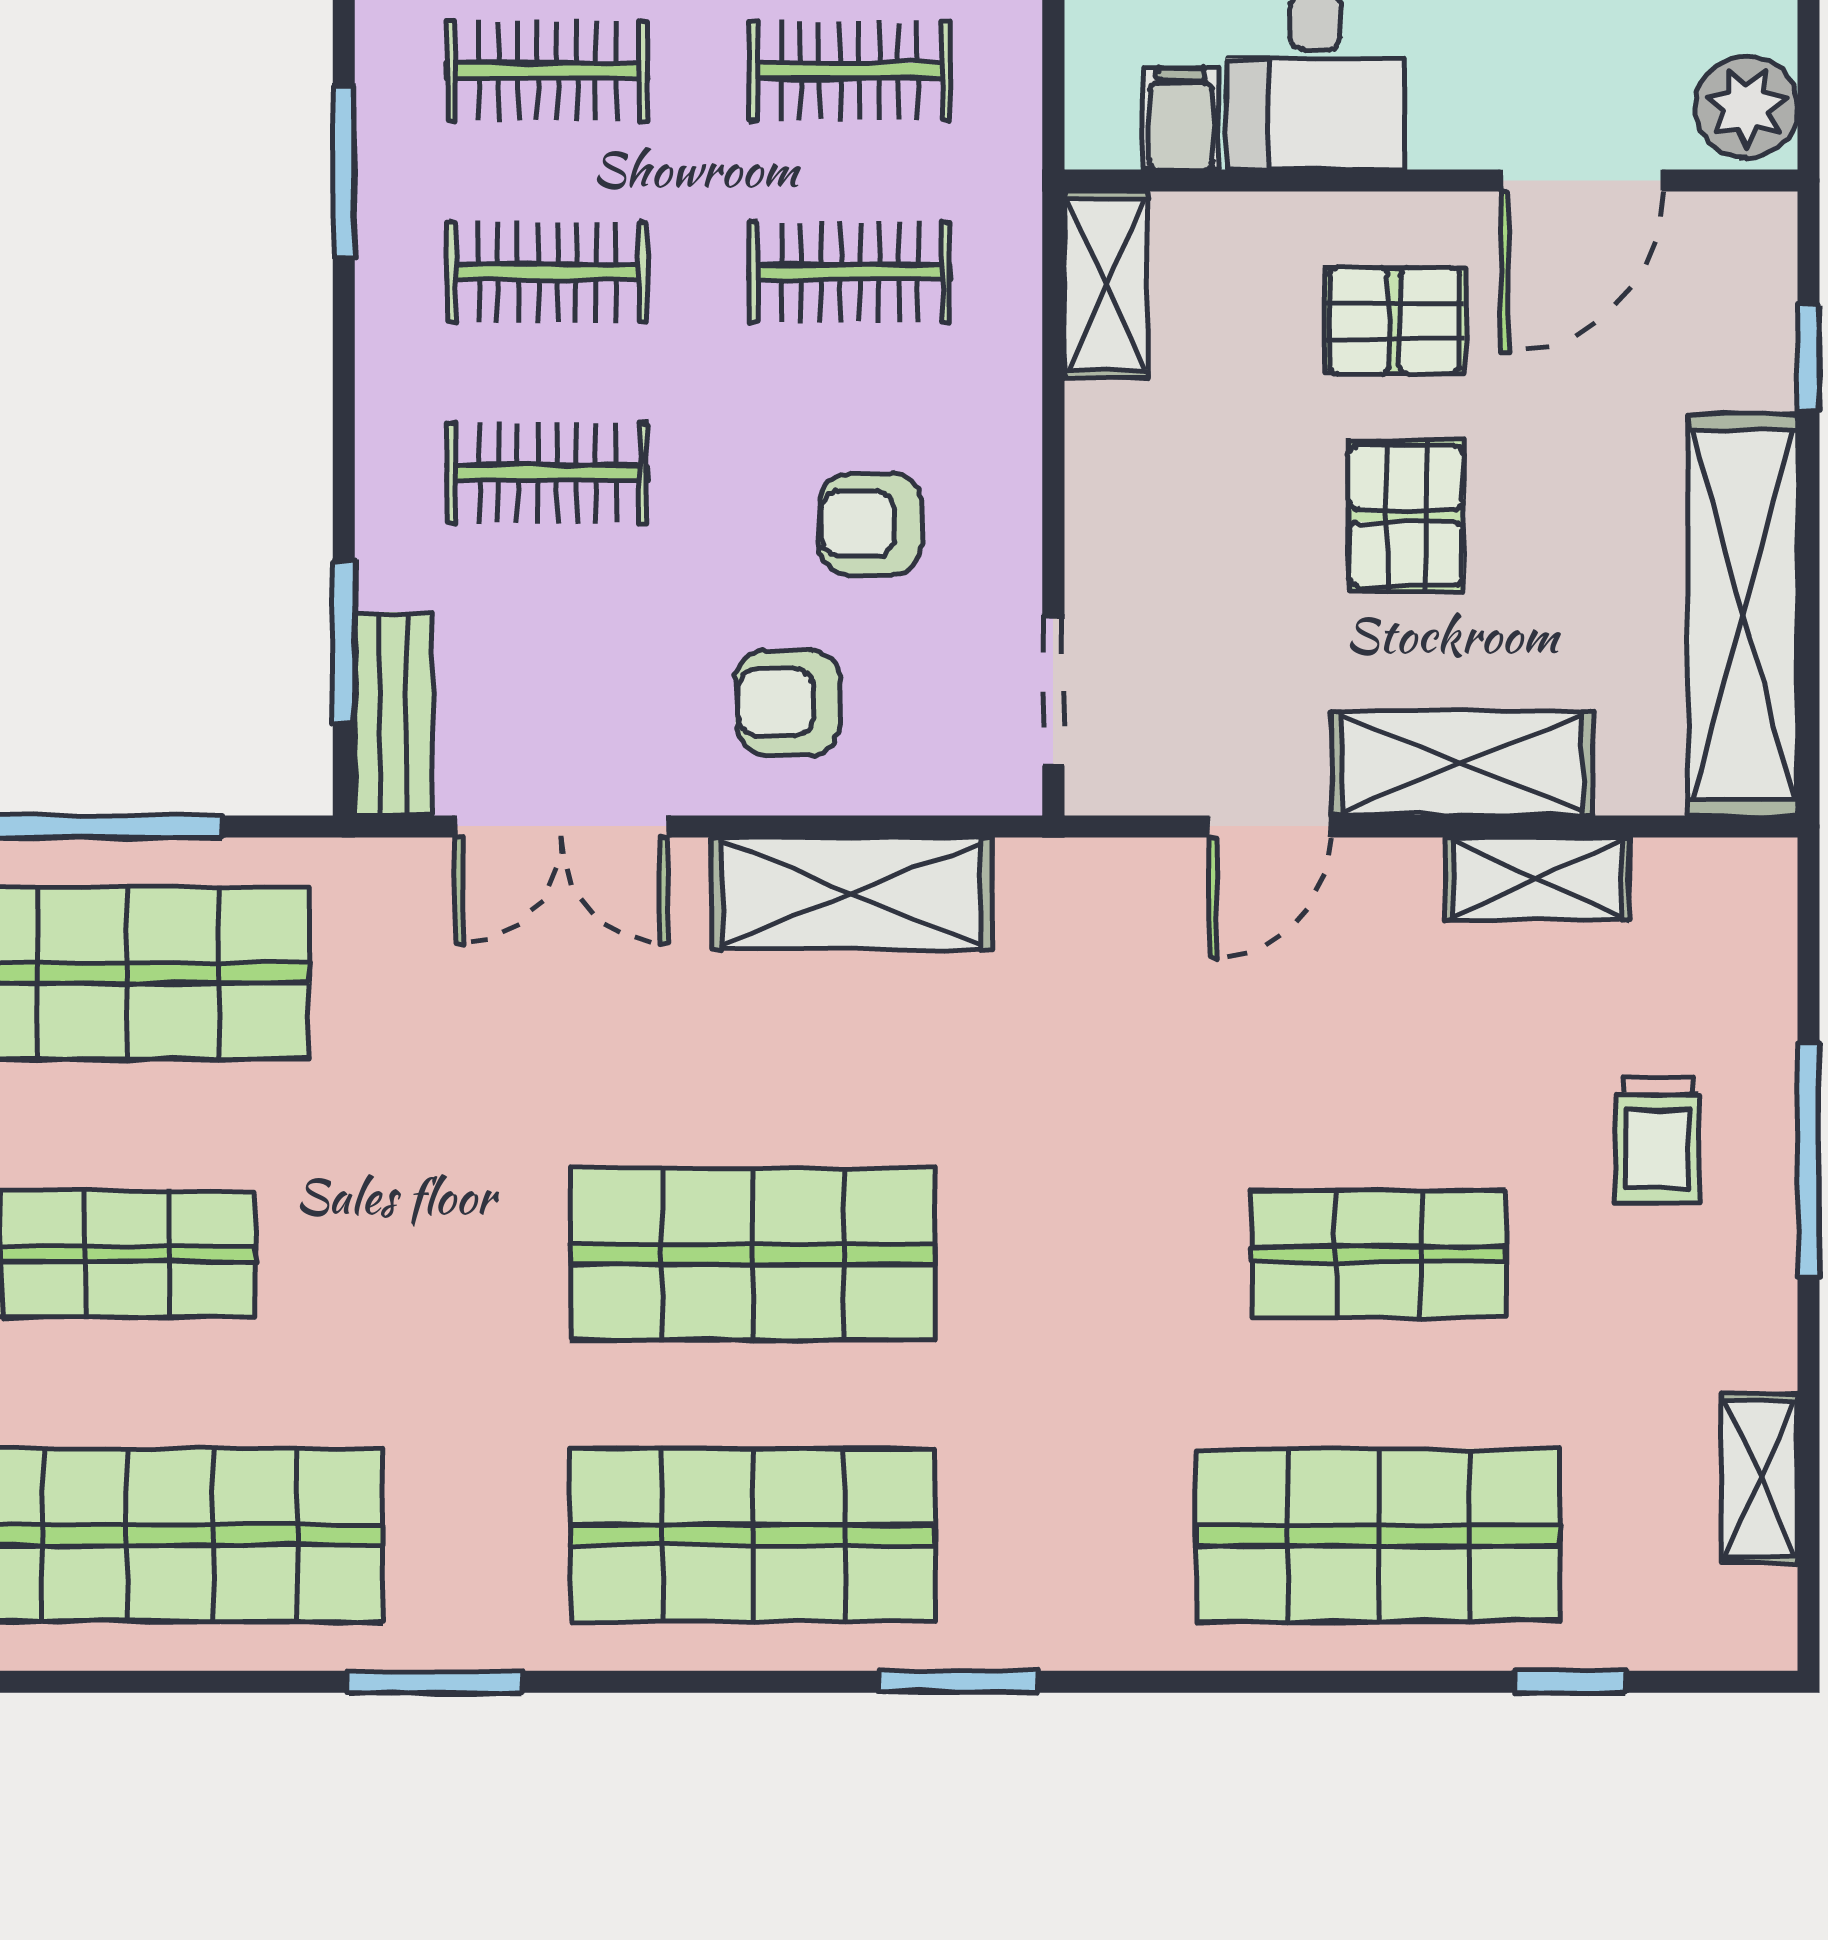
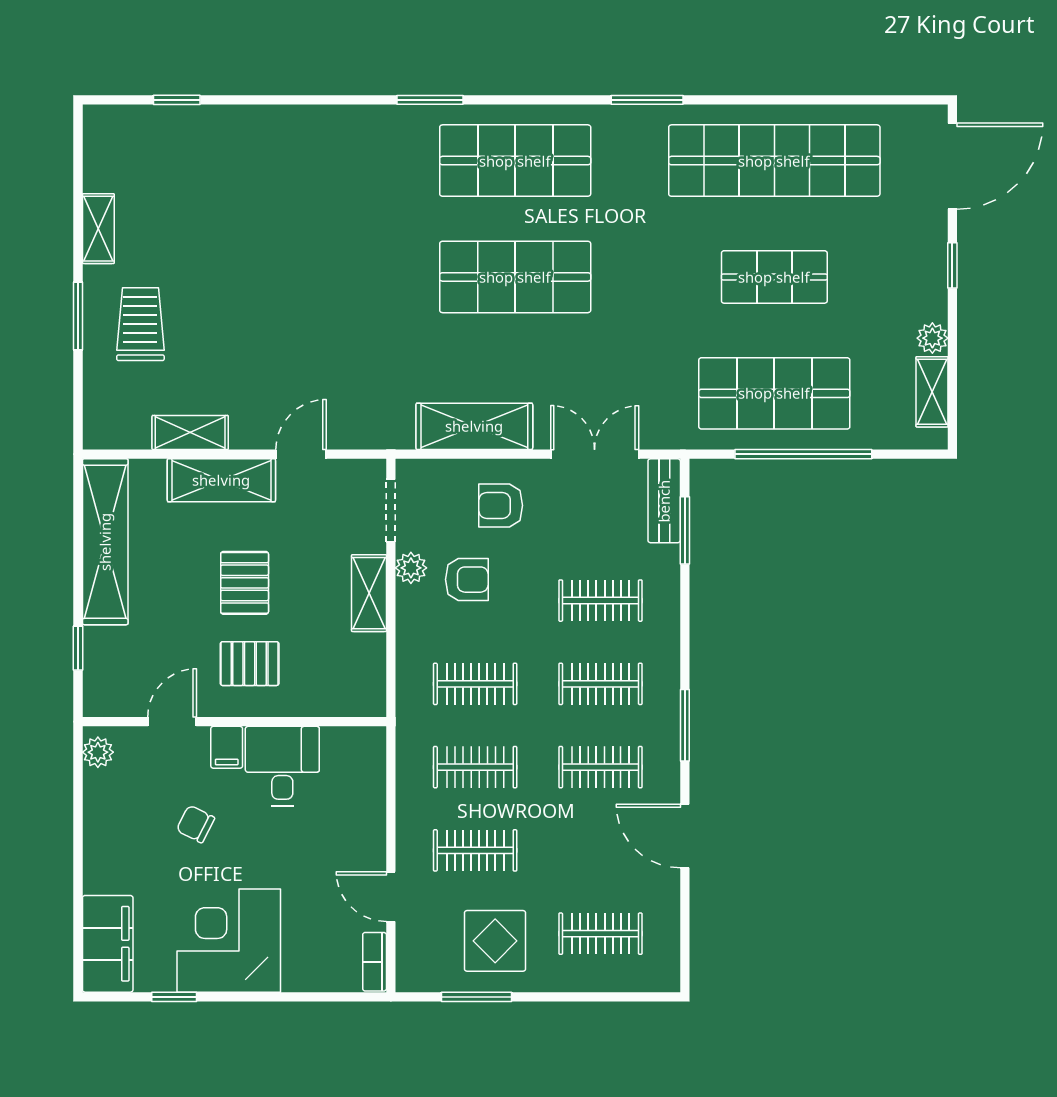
plant: (1746, 107) -> (98, 752), width x0.73, depth x0.73
filing cabinet: (1181, 119) -> (227, 747), moved
door: (1581, 181) -> (172, 722), width x0.73
shelving: (1106, 284) -> (369, 593), moved
plant: (1005, 552) -> (411, 568), added
armchair: (788, 702) -> (501, 505), turned 180
trolley: (1658, 1140) -> (140, 324), width x1.36, depth x1.39
window: (1808, 1160) -> (78, 316), width x0.69
shop shelf: (1379, 1254) -> (256, 277), removed
shelving: (1759, 1478) -> (98, 229), moved
shop shelf: (1379, 1535) -> (256, 161), removed

